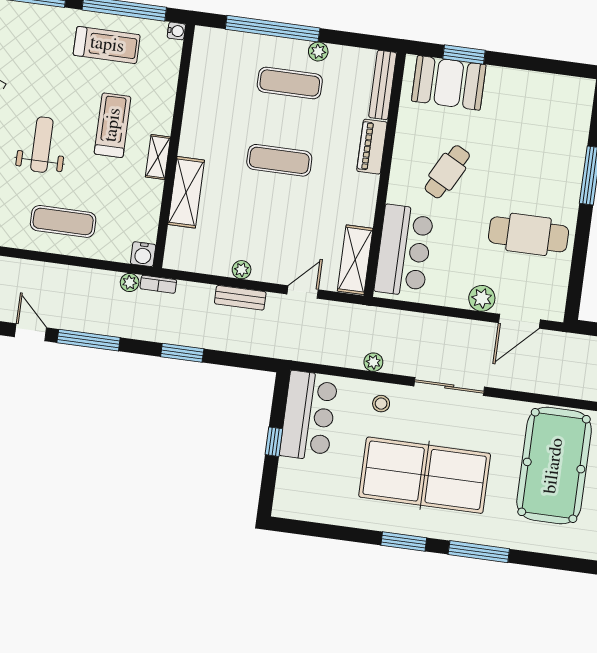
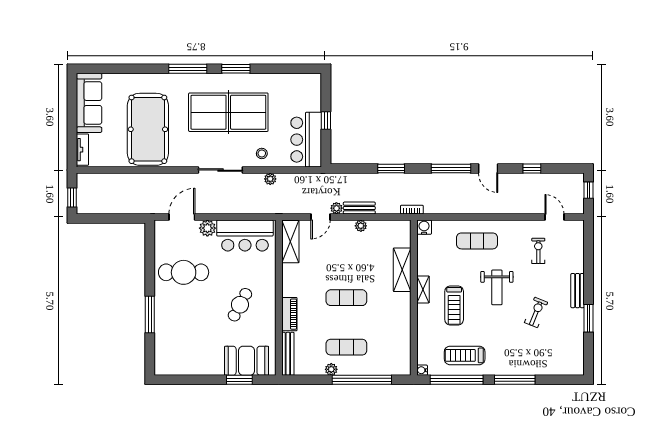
bar counter: (404, 251) -> (245, 235), moved, turned -90
plant: (130, 282) -> (336, 208), moved

